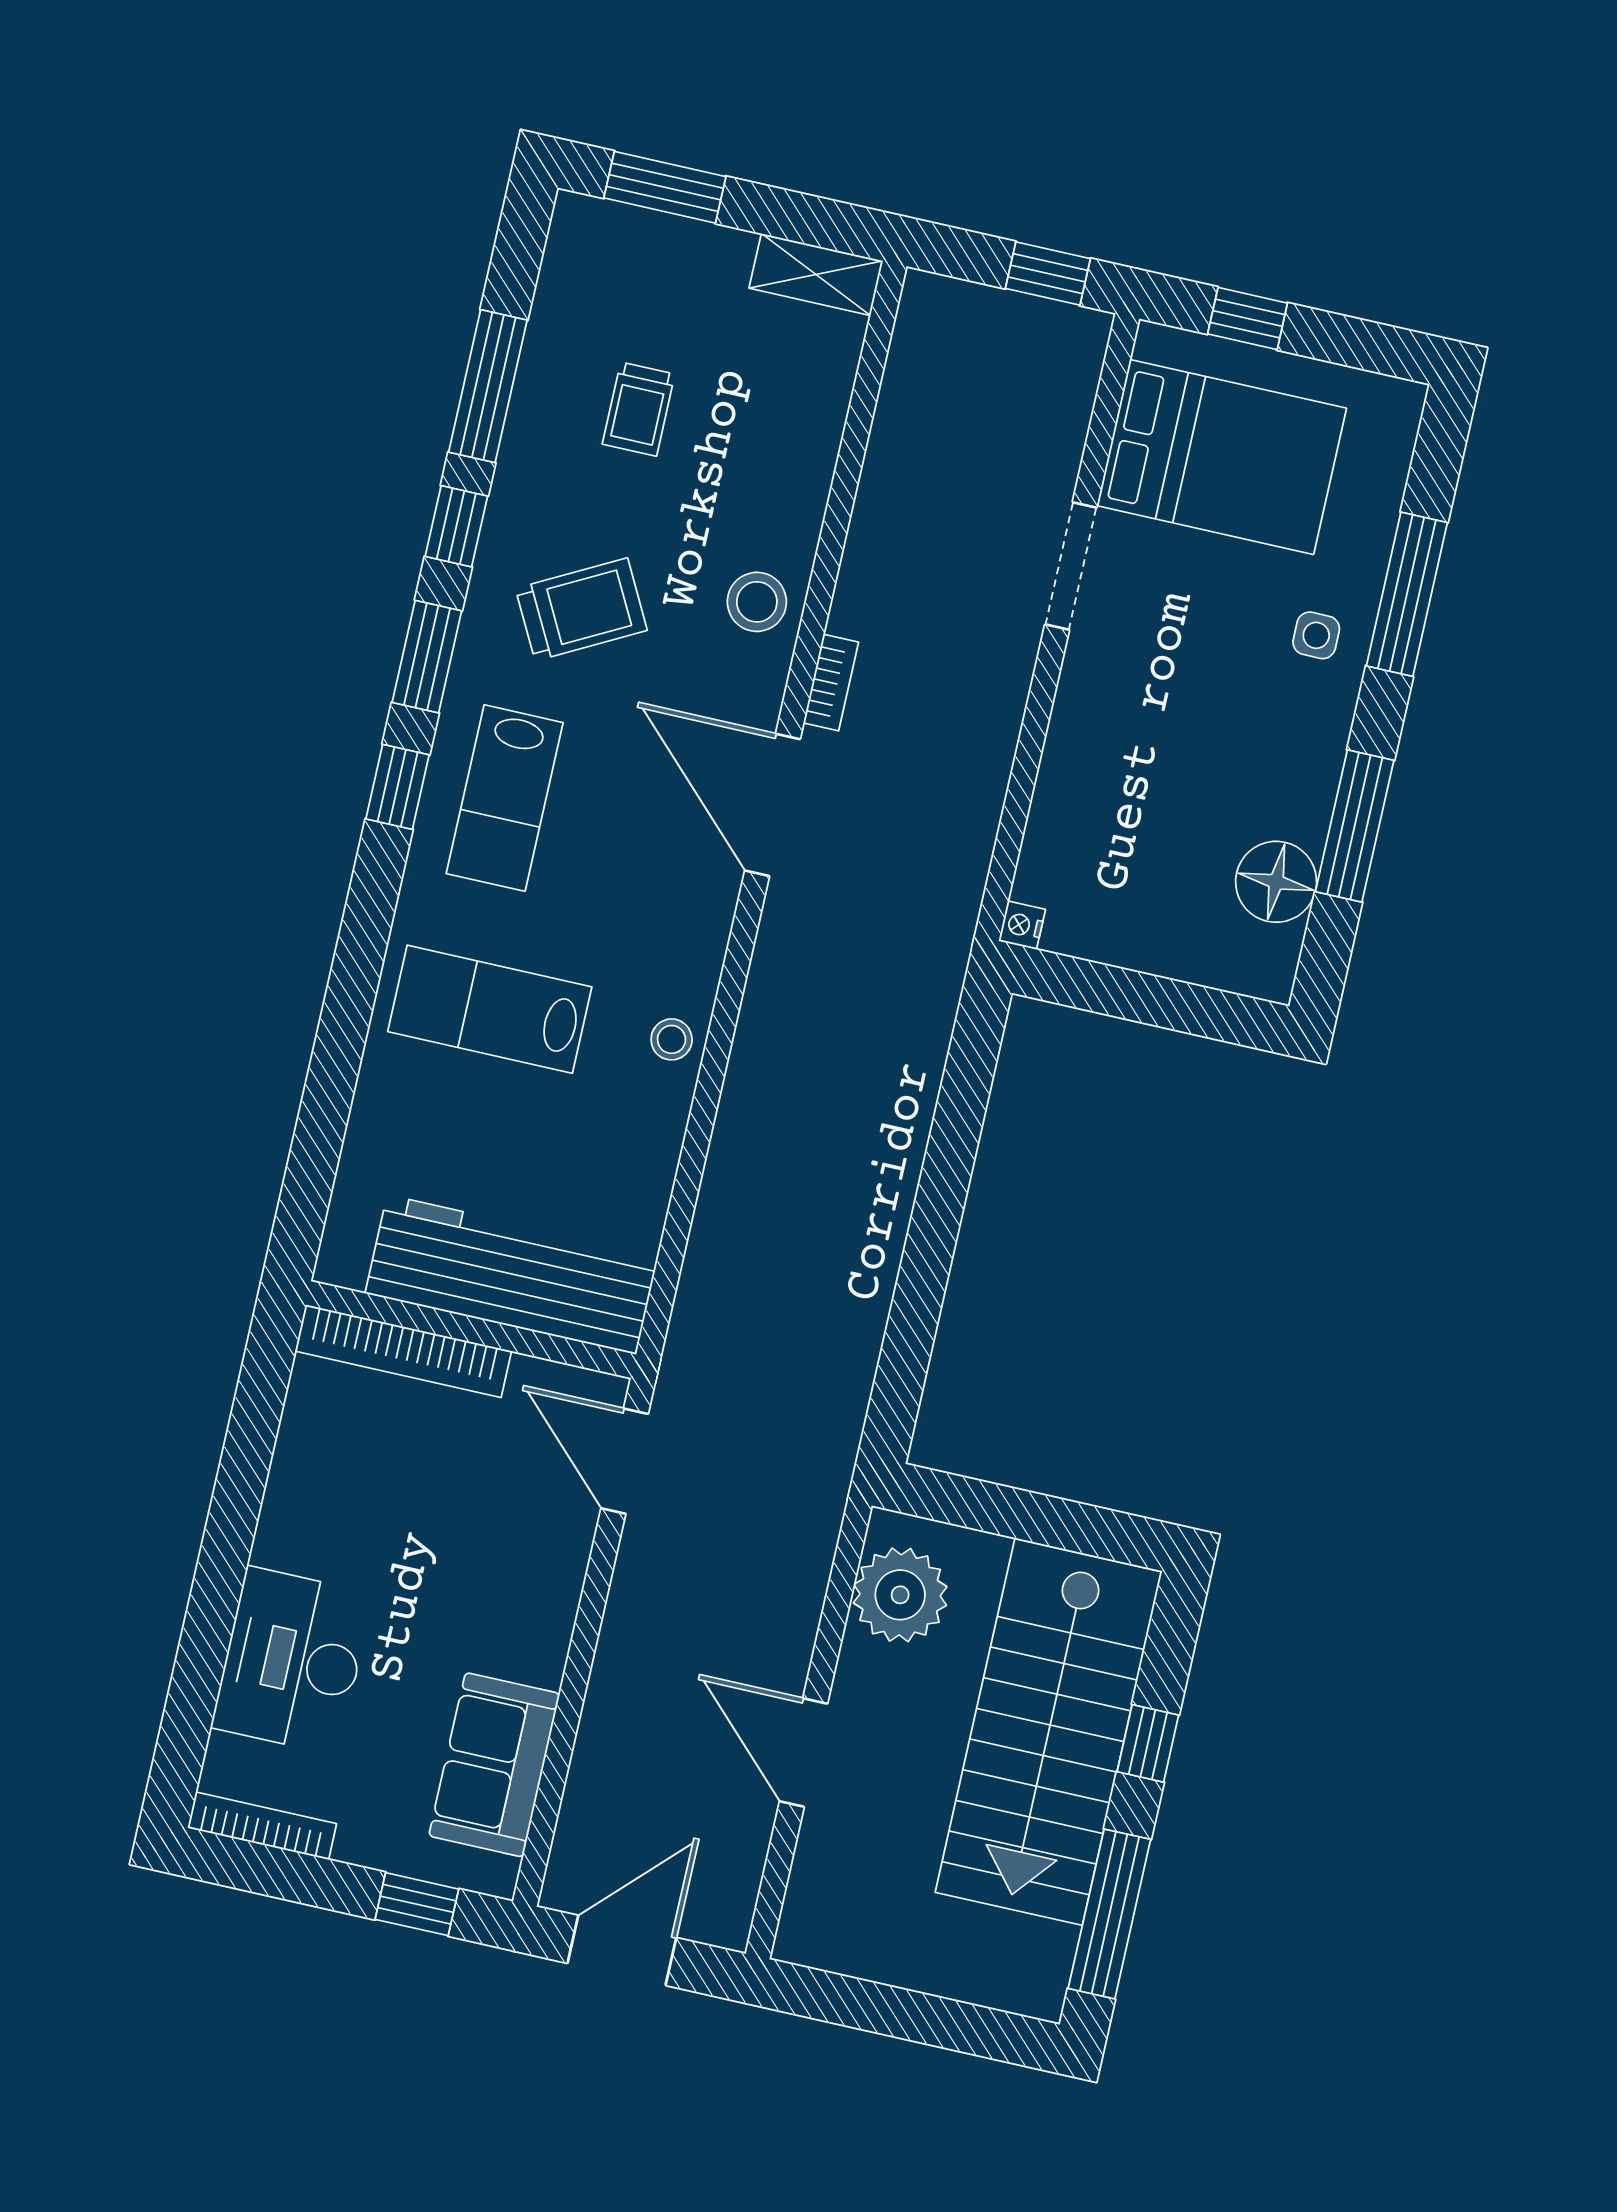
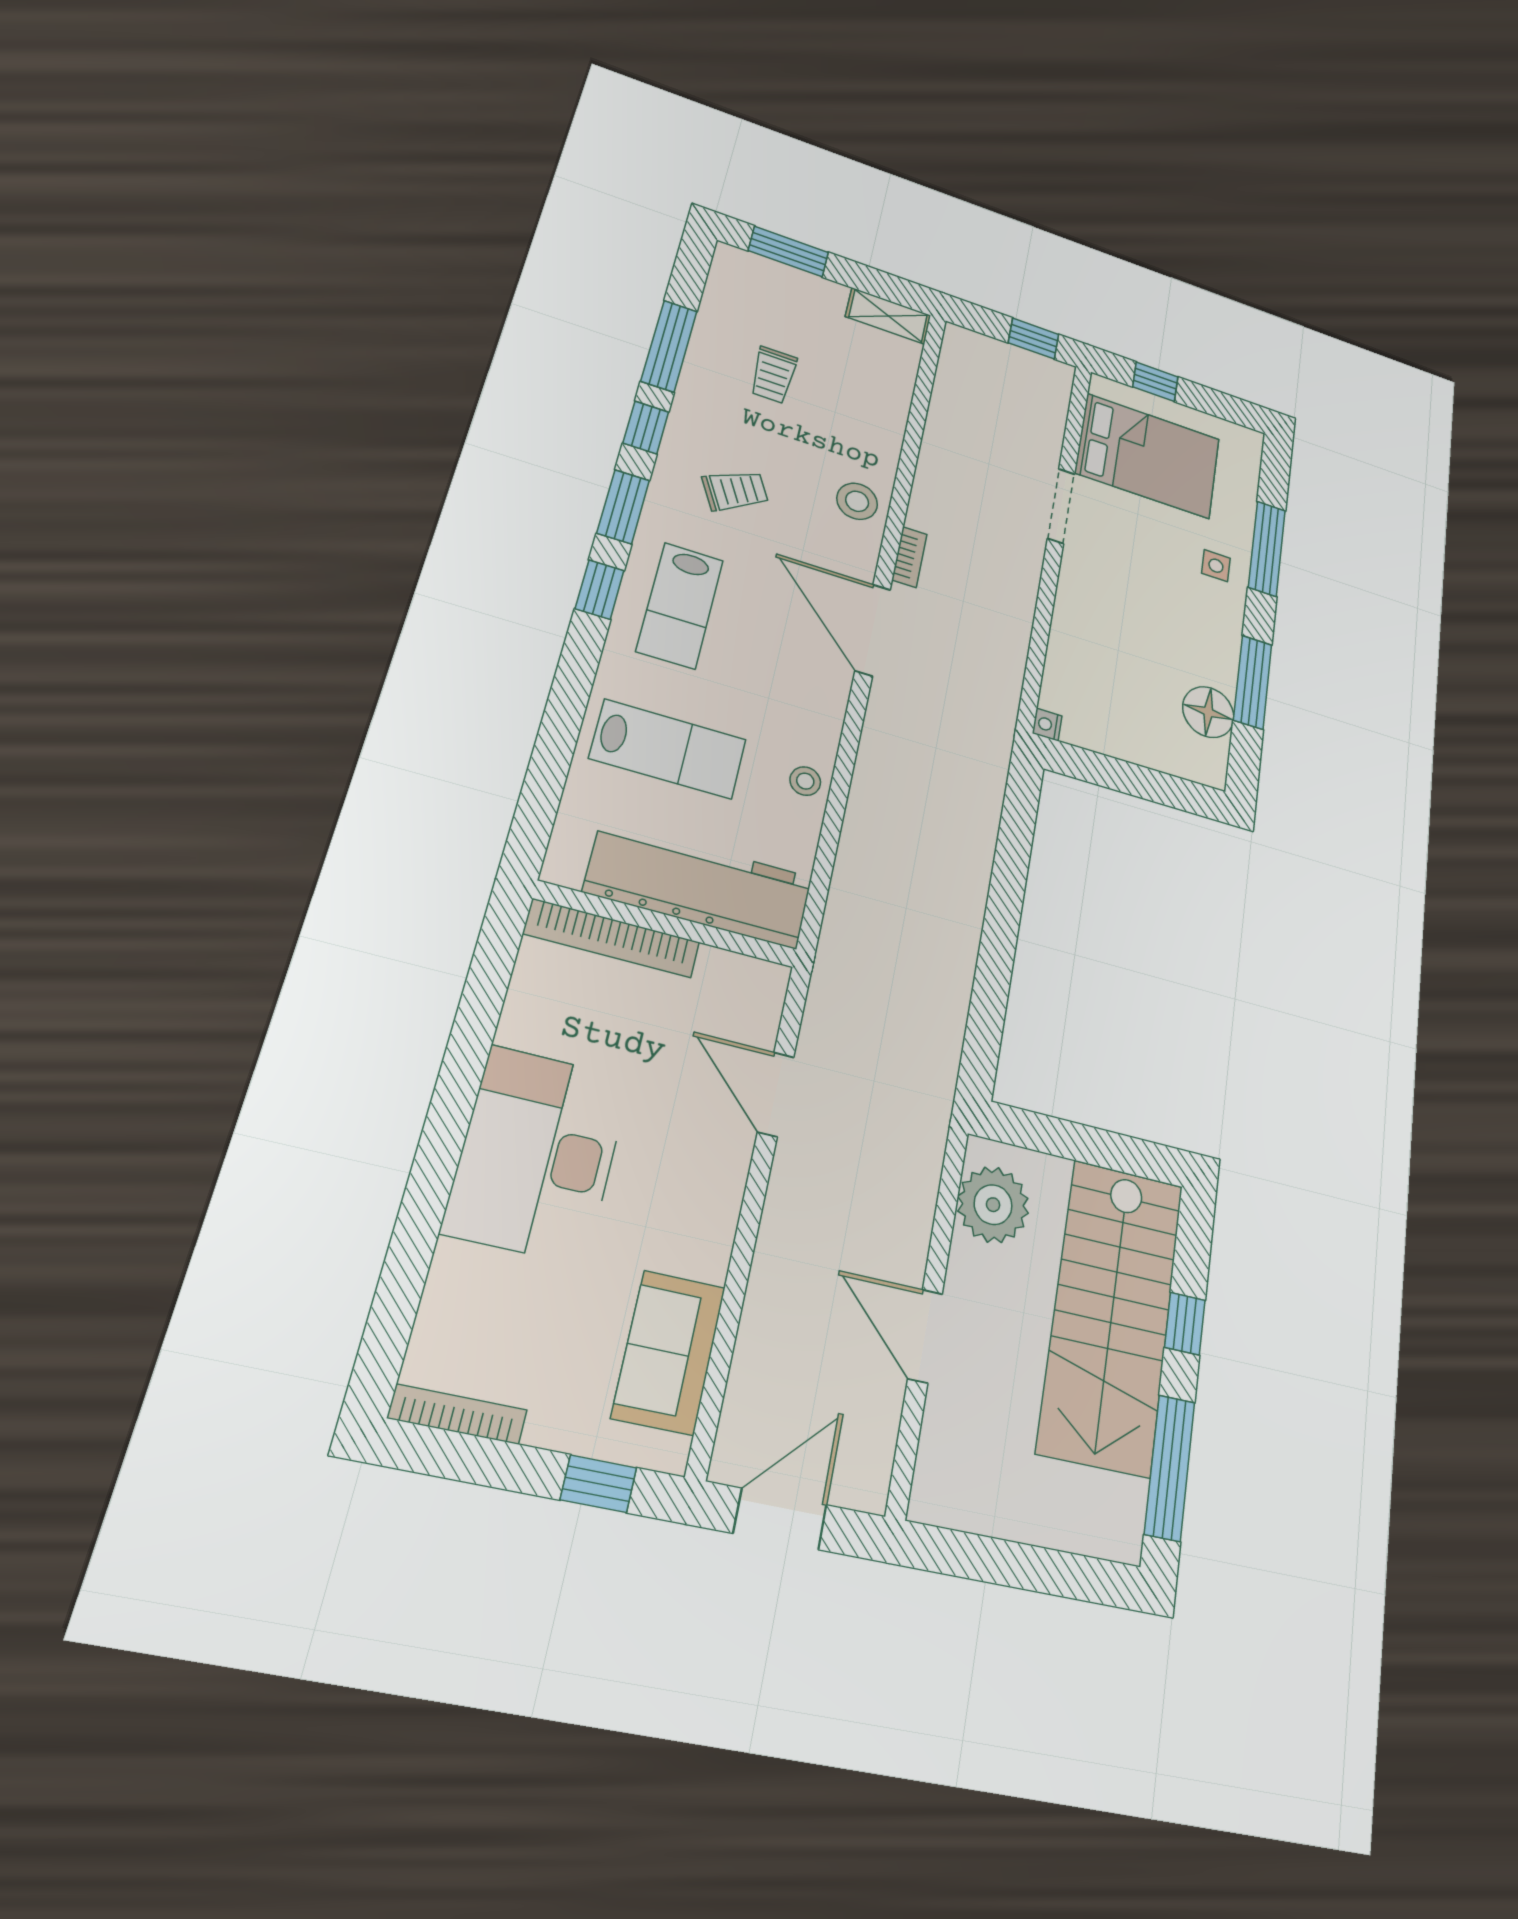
trolley: (581, 609) -> (735, 491), width x0.73, depth x0.72
lab bench: (490, 1009) -> (668, 749), turned 180
workbench: (512, 1274) -> (699, 885), moved
wall: (471, 1330) -> (667, 924), moved
bookcase: (403, 1351) -> (612, 938), moved
desk: (292, 1661) -> (538, 1154), moved, width x1.36, depth x1.30

